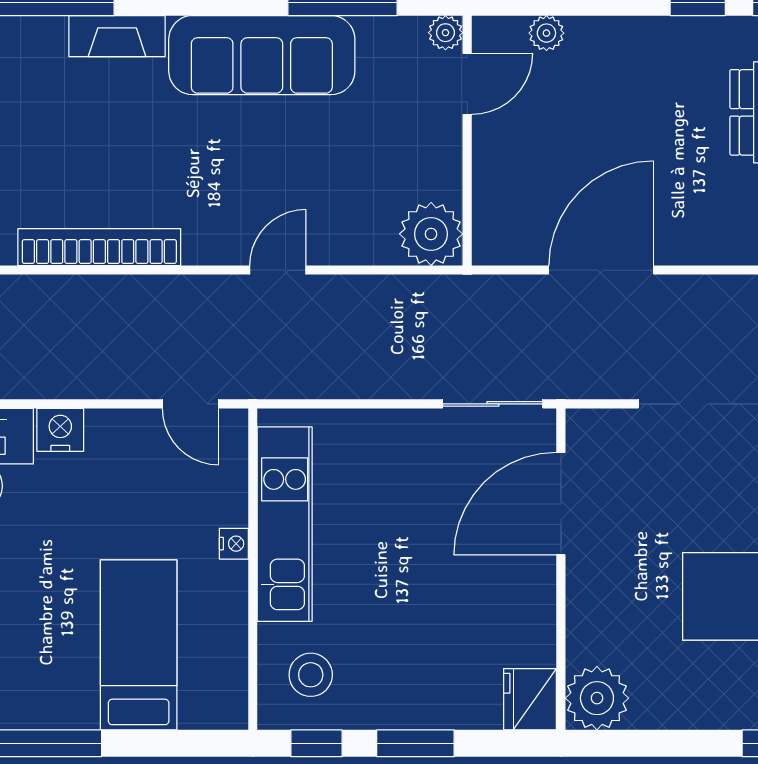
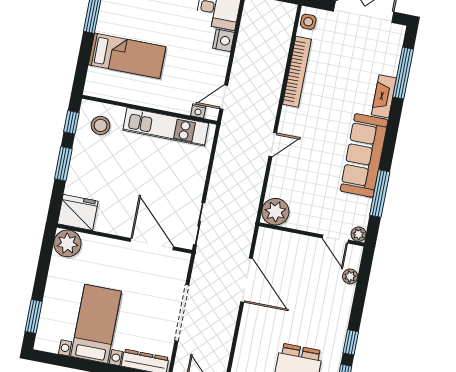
door: (278, 270) -> (273, 145), hinge flipped
nightstand: (234, 544) -> (198, 111), moved
fridge: (530, 699) -> (78, 212), width x1.36, depth x1.34

